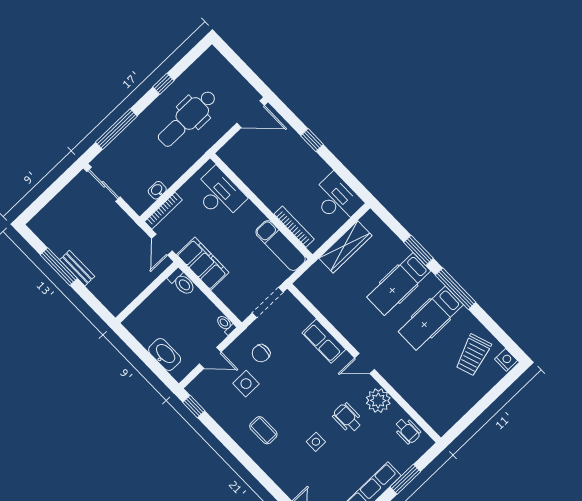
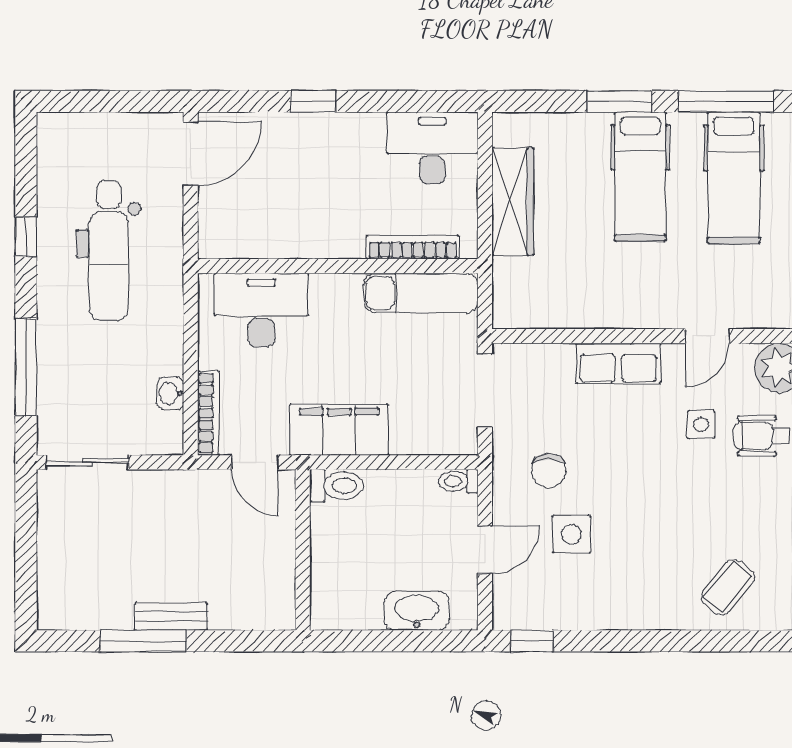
coffee table: (263, 430) -> (728, 587), moved, turned -50
side table: (316, 442) -> (701, 425), moved

